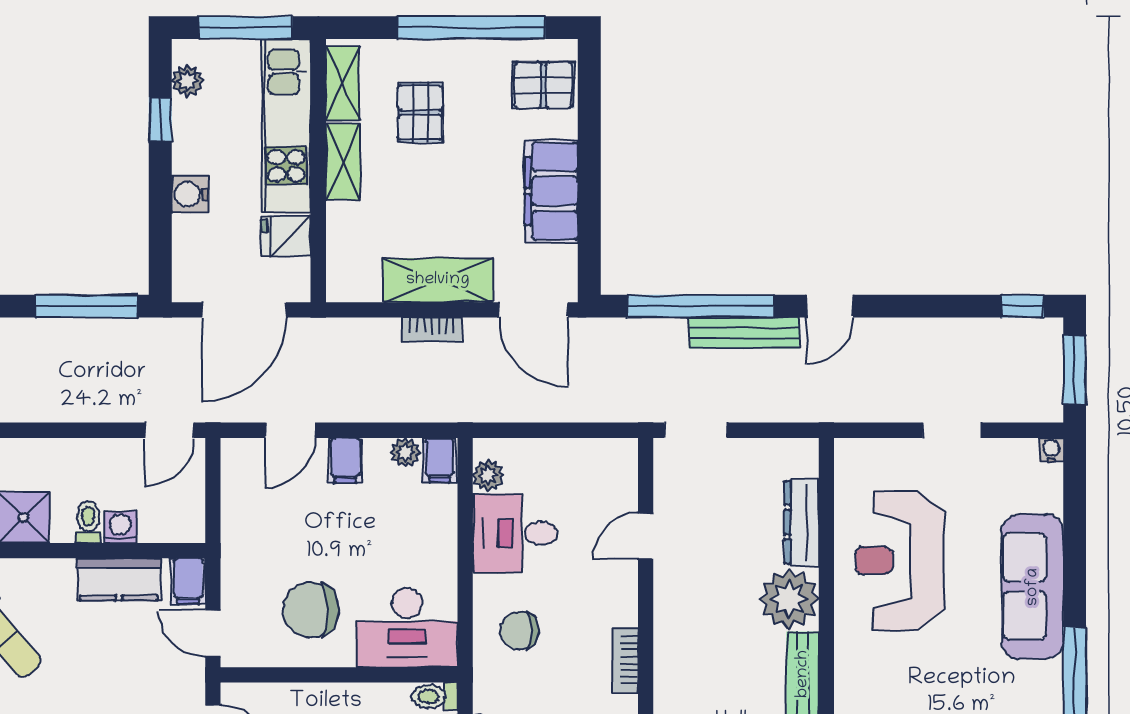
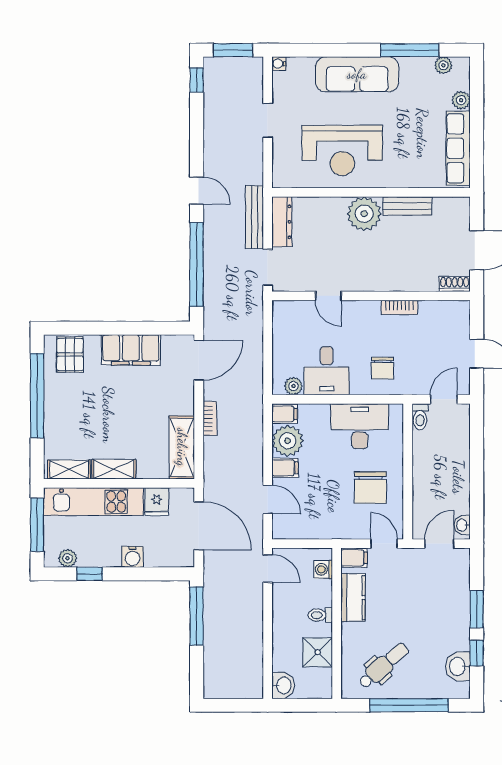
pallet: (420, 113) -> (86, 425), removed
shelving: (438, 280) -> (182, 447), moved
bench: (744, 333) -> (254, 217), moved
plant: (405, 452) -> (288, 441), width x1.87, depth x1.87
dresser: (802, 522) -> (282, 222), moved, turned -90
washing machine: (120, 527) -> (323, 569), moved
desk: (407, 628) -> (360, 426), moved, turned -90
door: (213, 634) -> (384, 544), swing flipped

